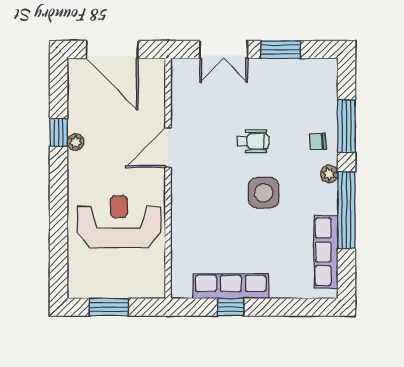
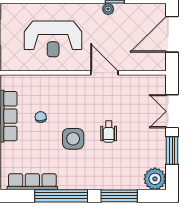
chair: (318, 141) -> (41, 117), moved
plant: (329, 174) -> (155, 179), moved, width x1.87, depth x1.87
reception desk: (119, 222) -> (53, 39), turned 90

